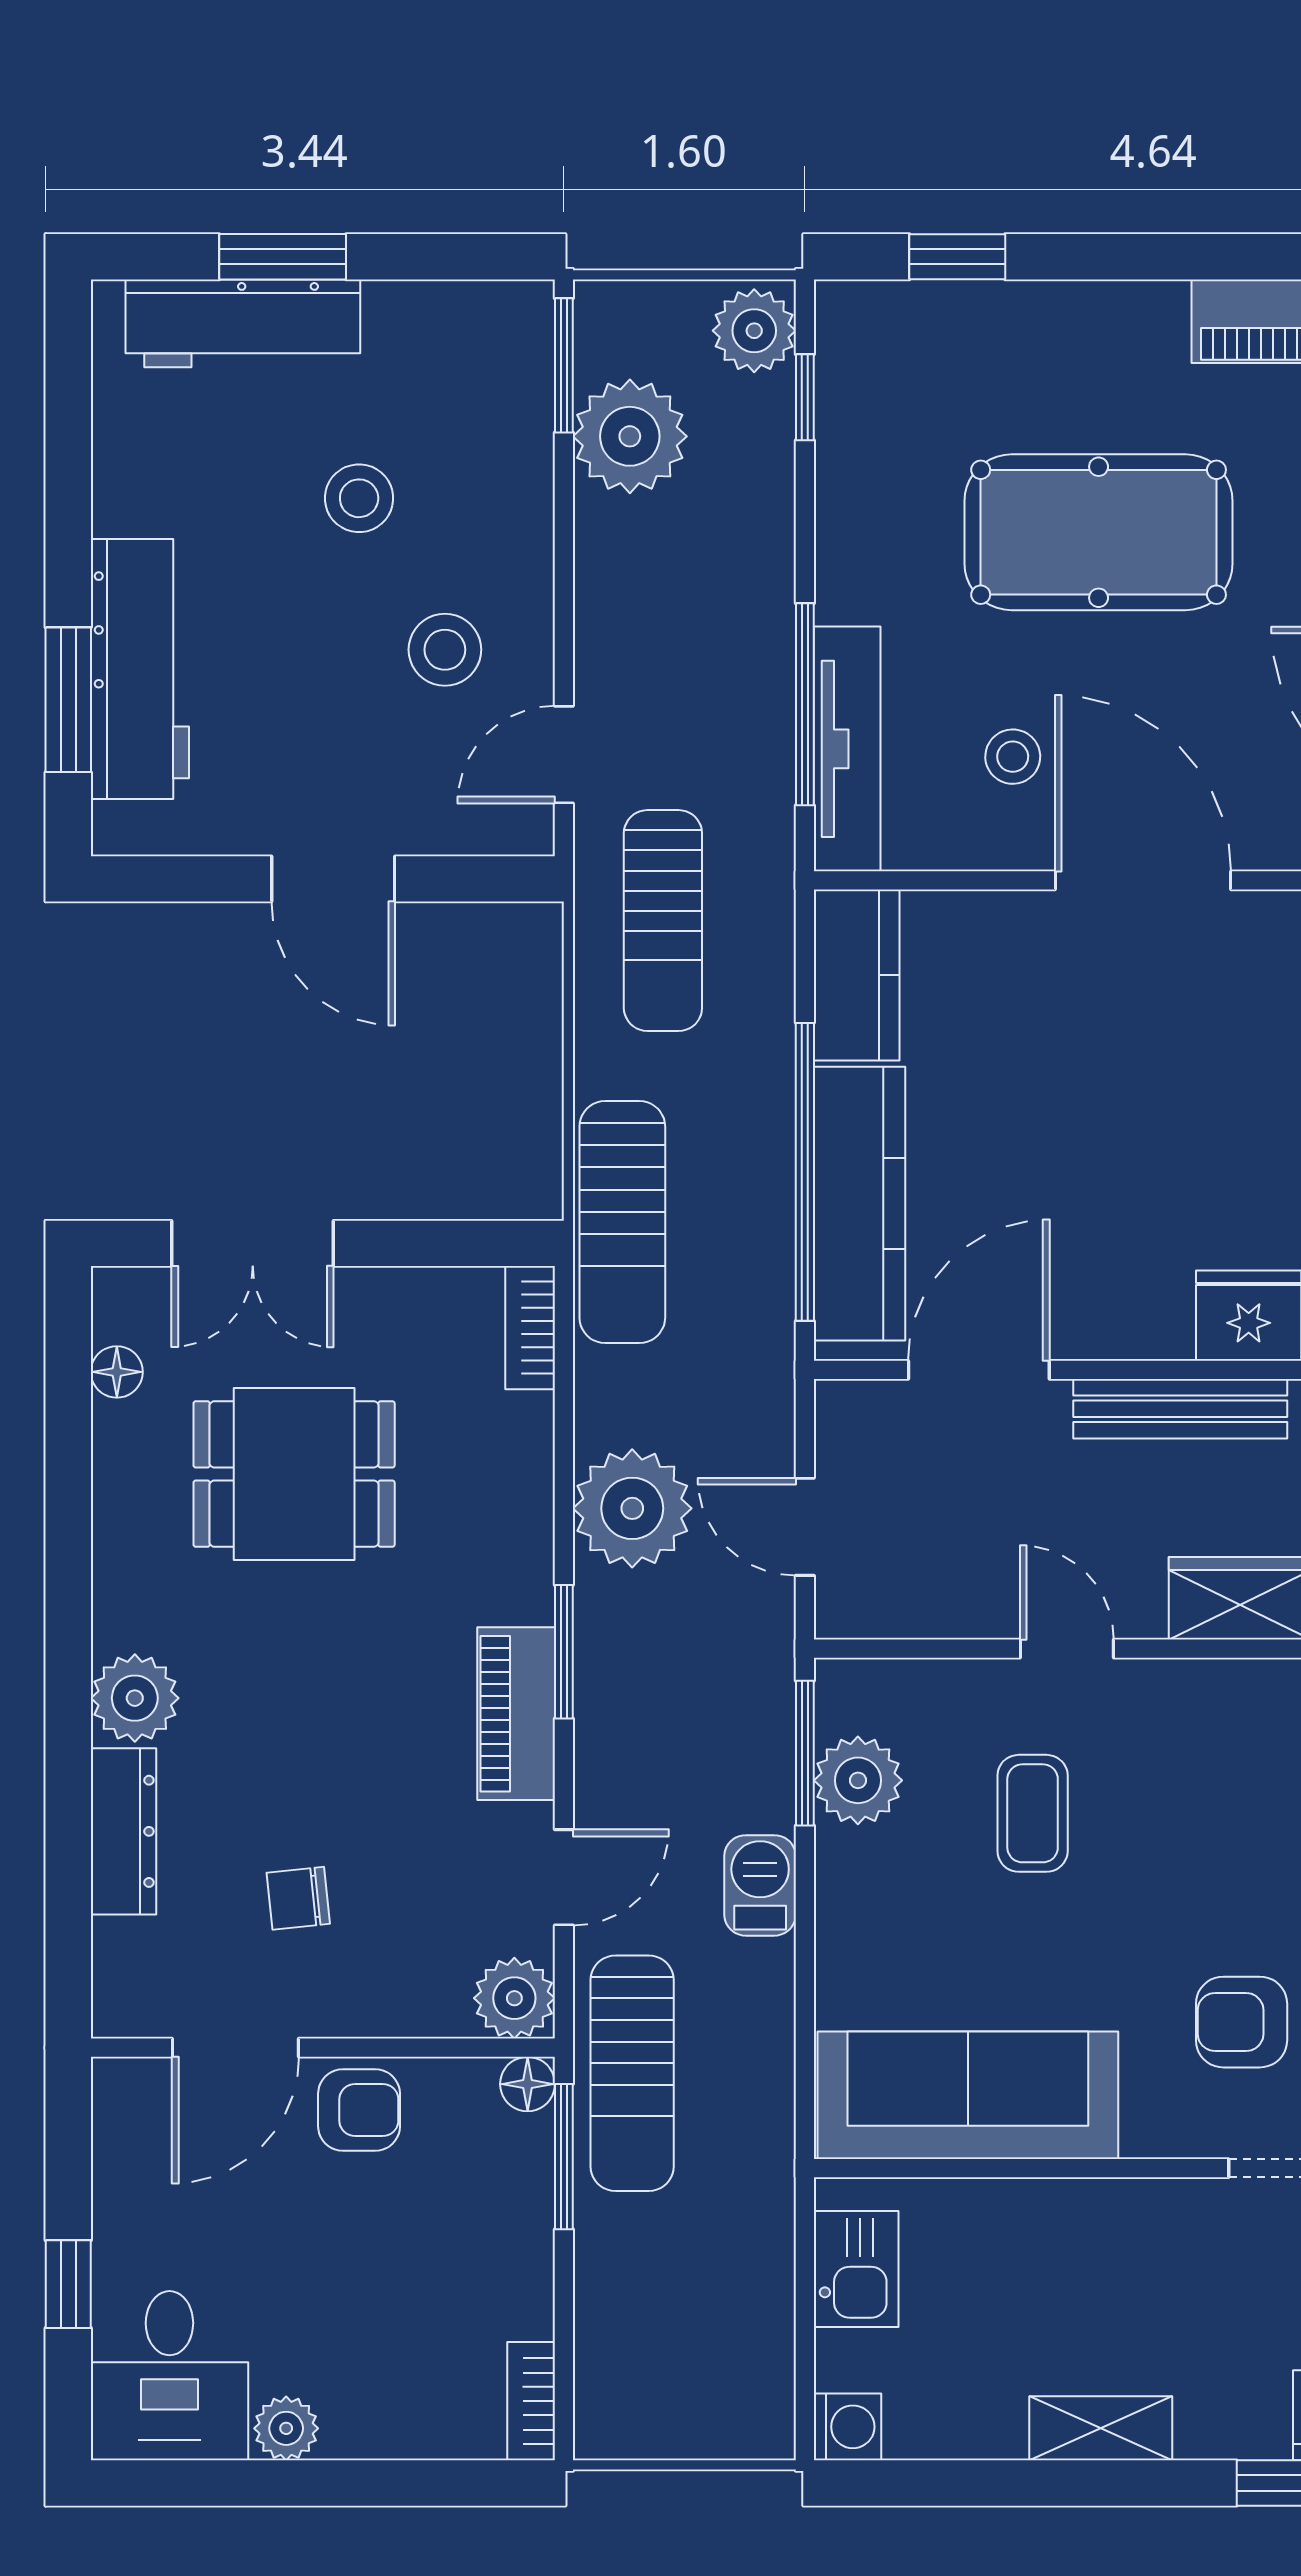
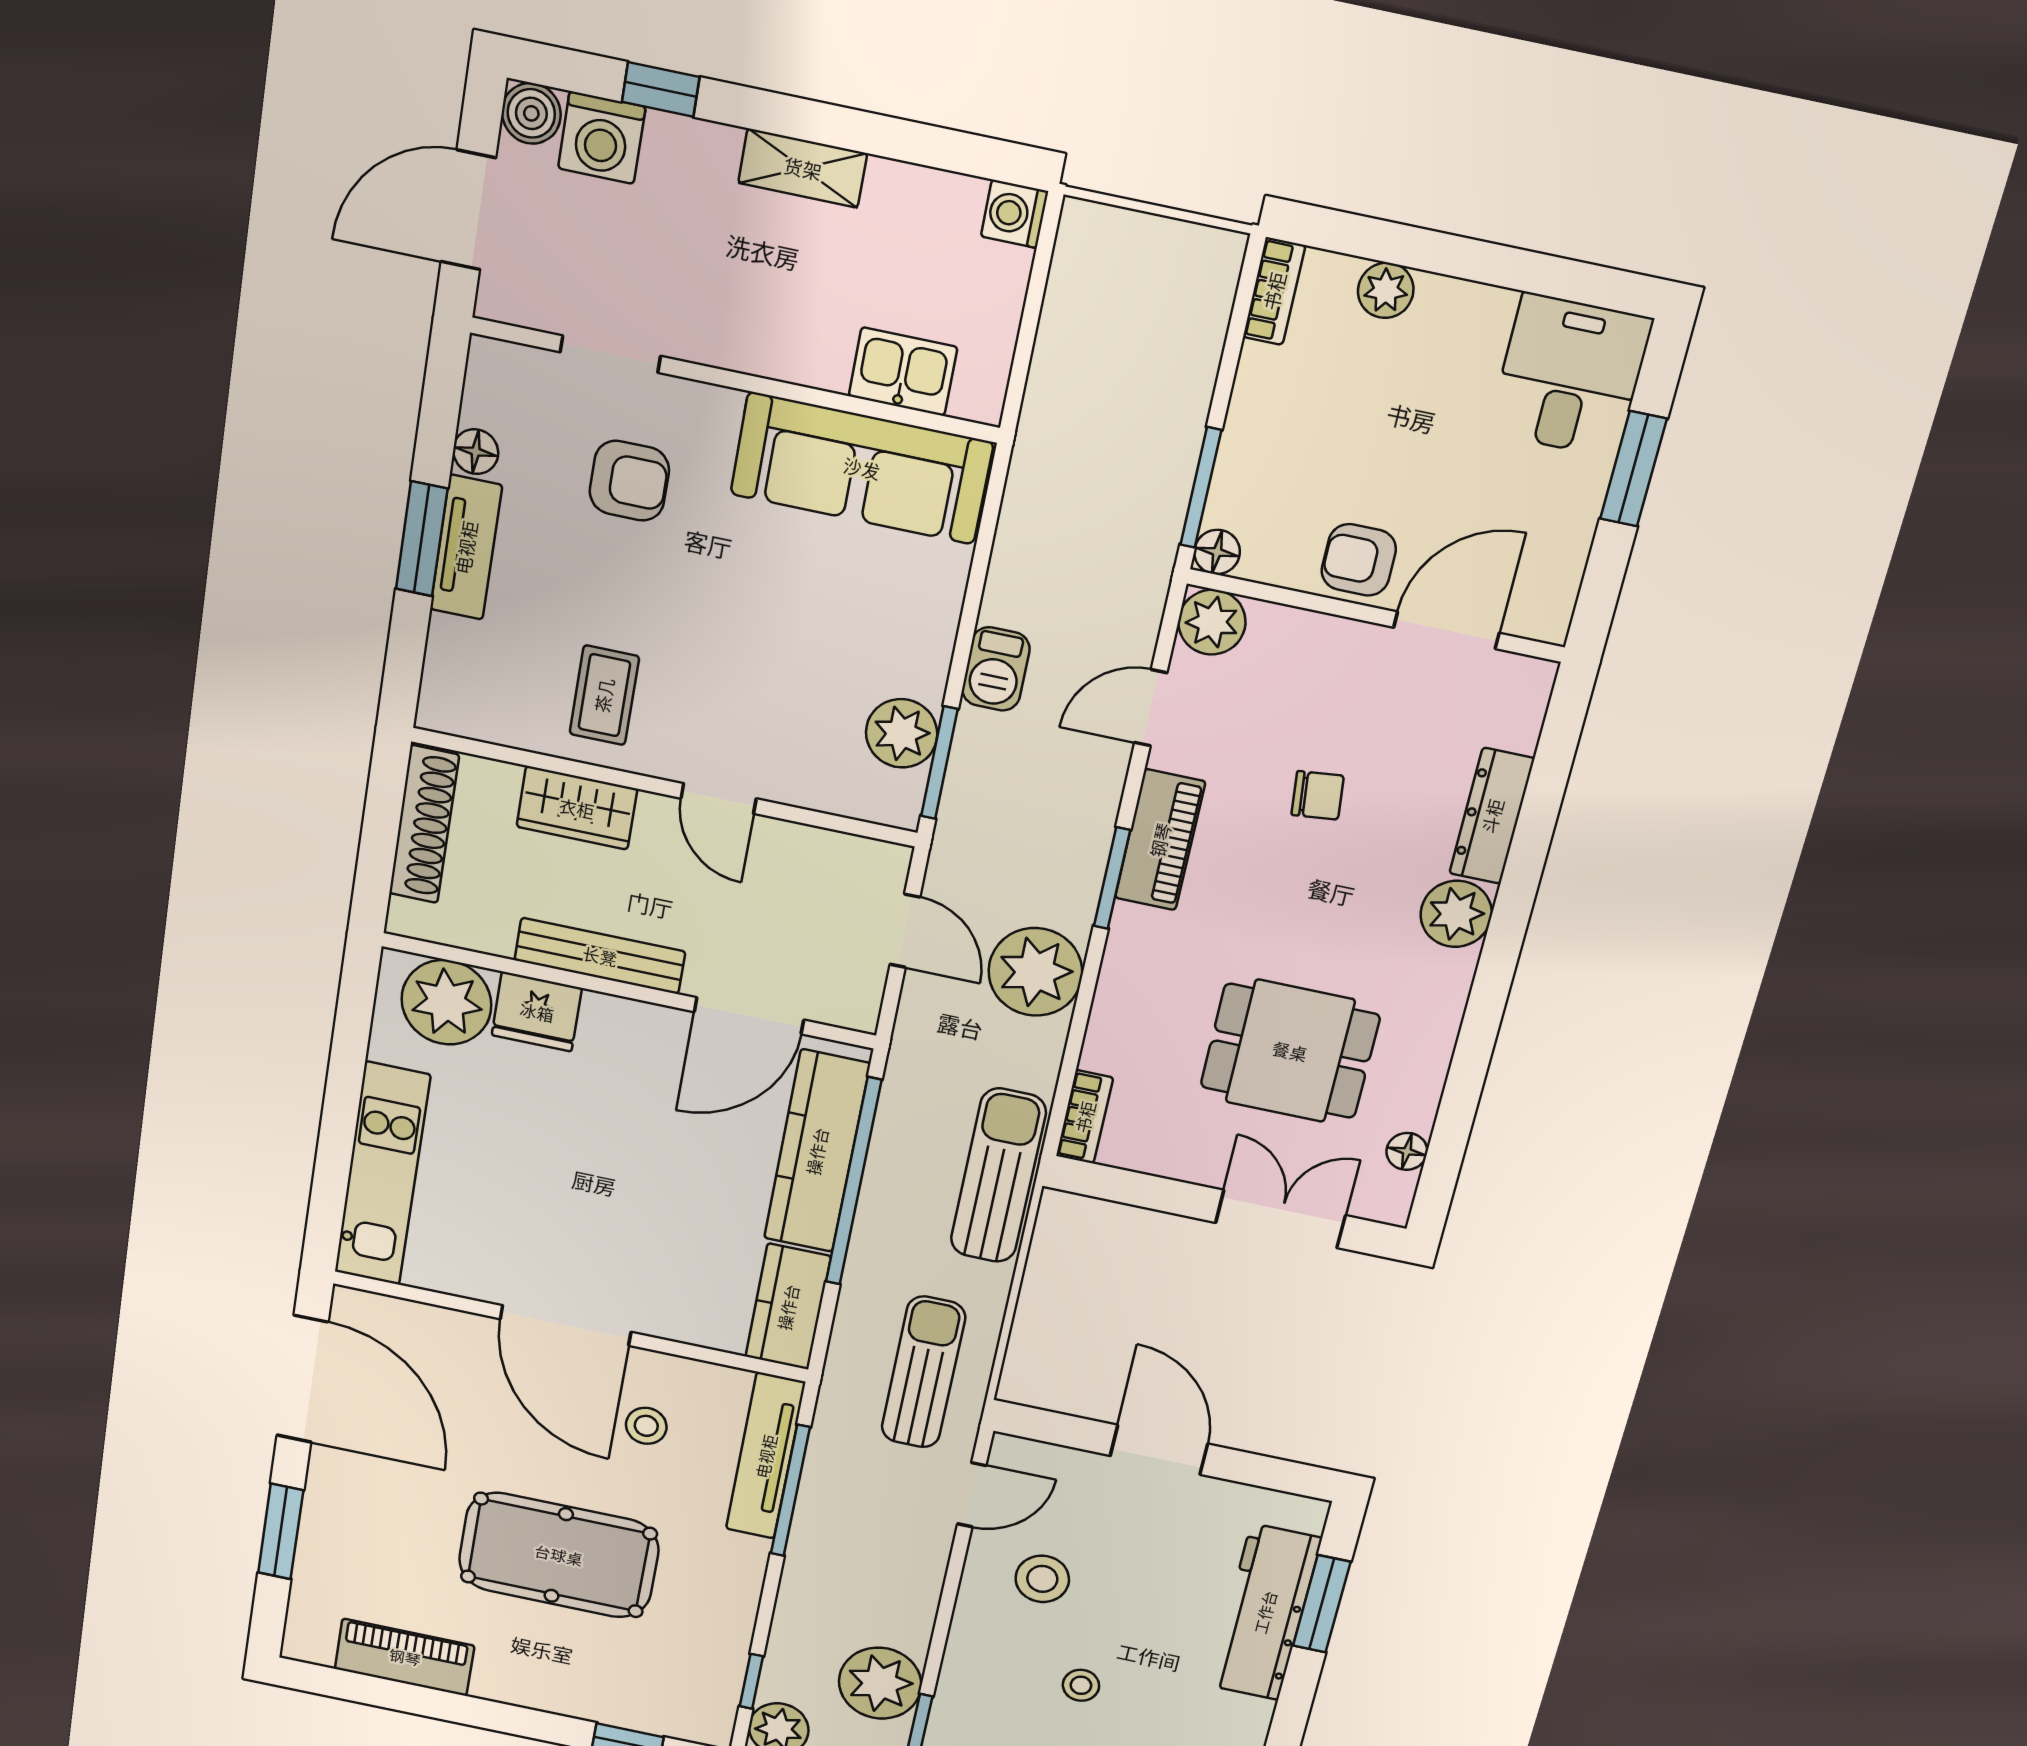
stool: (359, 498) -> (1081, 1685), width x0.73, depth x0.73
coffee table: (1033, 1813) -> (604, 695), moved
chair: (298, 1898) -> (1318, 795), moved
sun lounger: (632, 2073) -> (1130, 543), removed
kitchen sink: (856, 2269) -> (903, 372), moved, turned 90
window: (68, 2284) -> (1633, 469), width x1.50
plant: (286, 2428) -> (1386, 290), moved

